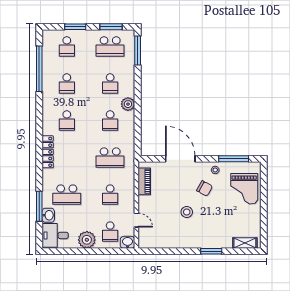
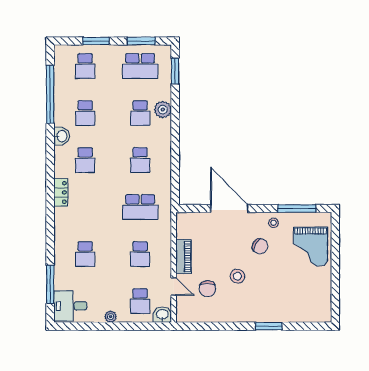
window: (138, 50) -> (175, 71), width x0.69
plant: (128, 104) -> (163, 110), moved
locker: (48, 152) -> (61, 192), width x0.66
piano: (144, 181) -> (183, 257), moved
school desk: (67, 195) -> (85, 254), width x0.54
window: (39, 206) -> (50, 284), moved
washbasin: (48, 215) -> (62, 136), moved
chair: (163, 222) -> (208, 289), added
plant: (87, 240) -> (111, 317), width x0.53, depth x0.53
shelving: (245, 243) -> (311, 316), removed

